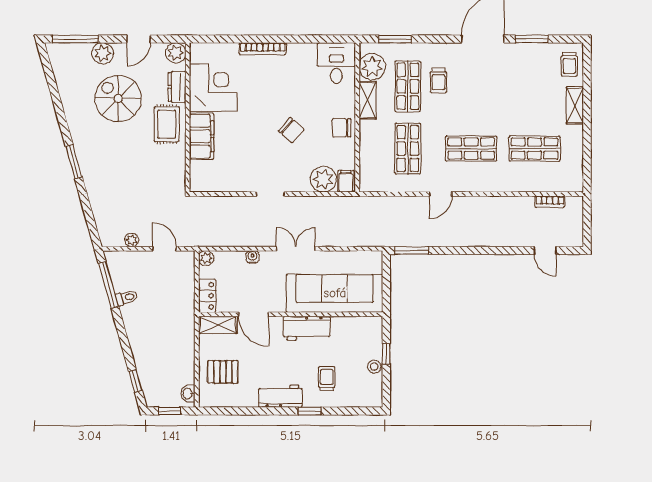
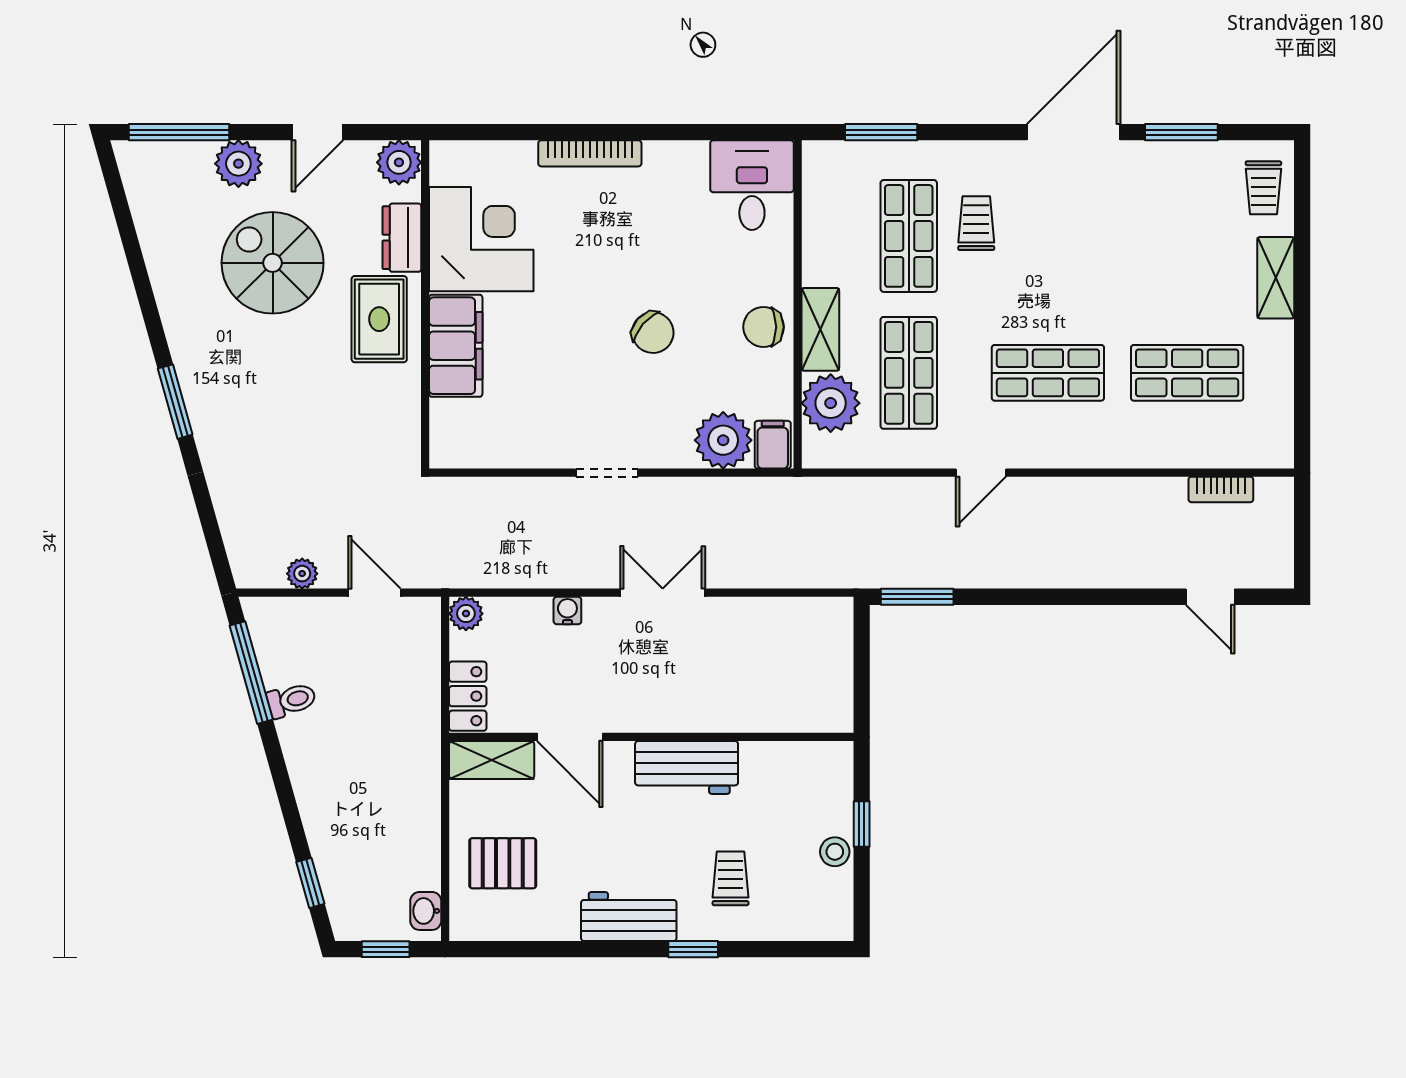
plant: (372, 67) -> (831, 403), moved
trolley: (438, 80) -> (976, 223), turned 180
shelving: (368, 100) -> (820, 329), moved
sofa: (335, 293) -> (748, 691), removed

